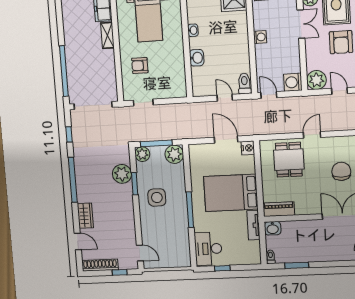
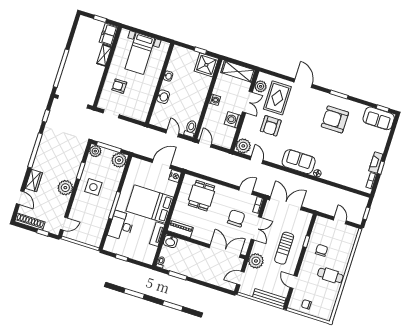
washing machine: (293, 82) -> (233, 120), moved
door: (312, 135) -> (246, 191), moved
door: (226, 140) -> (161, 164), hinge flipped
plant: (122, 174) -> (65, 188), moved
desk: (208, 249) -> (121, 226), moved
door: (140, 253) -> (64, 224), hinge flipped

